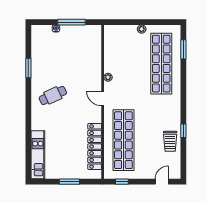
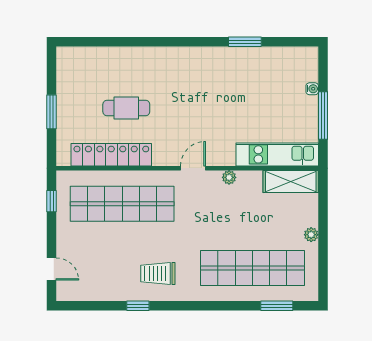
shelving: (110, 41) -> (291, 182), added
cafe table: (53, 95) -> (126, 108), moved, turned -65
trolley: (170, 141) -> (158, 273), moved
kitchen unit: (38, 155) -> (277, 154), moved, turned 180

